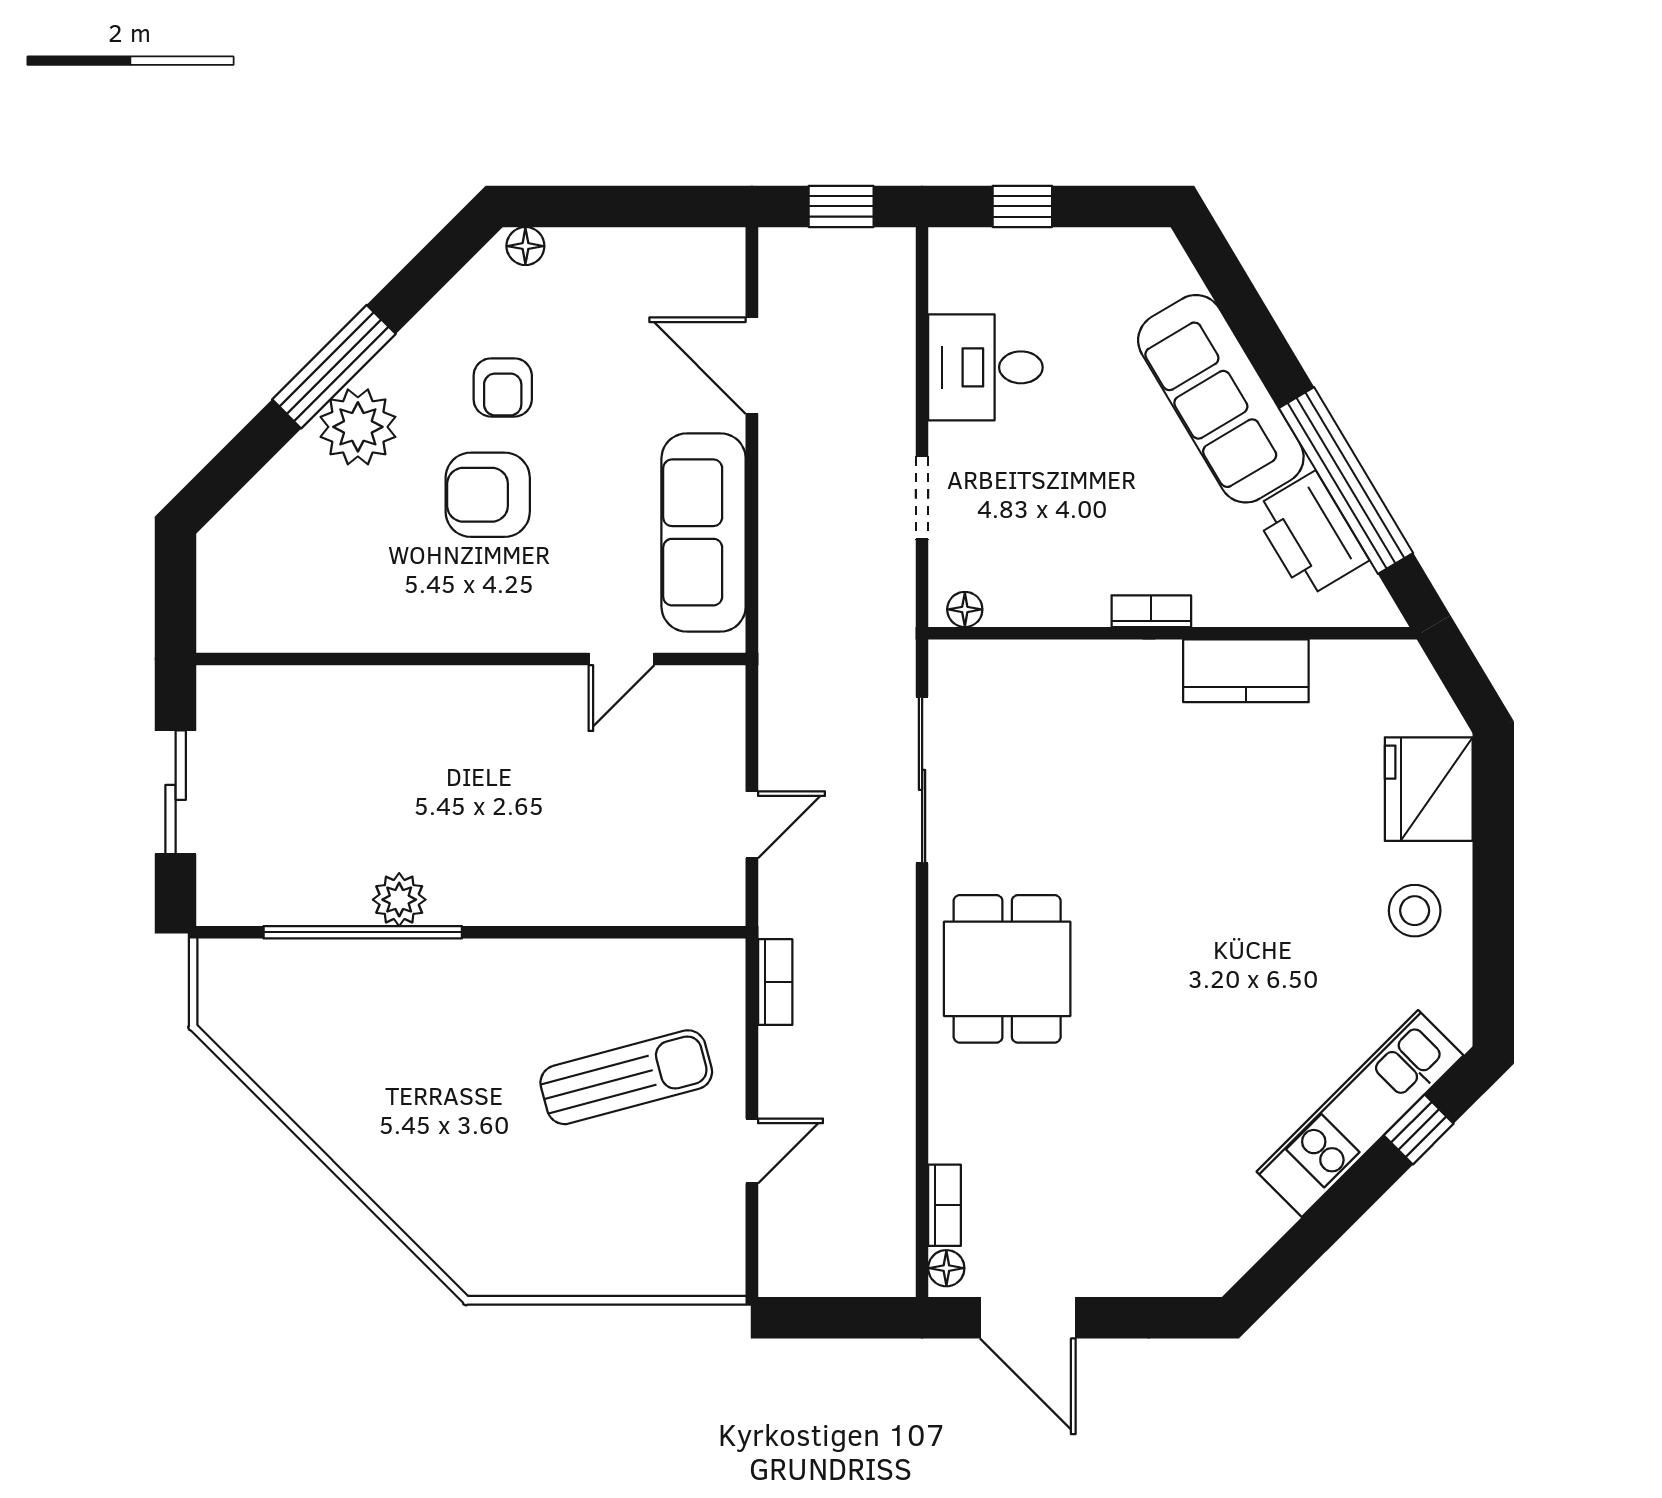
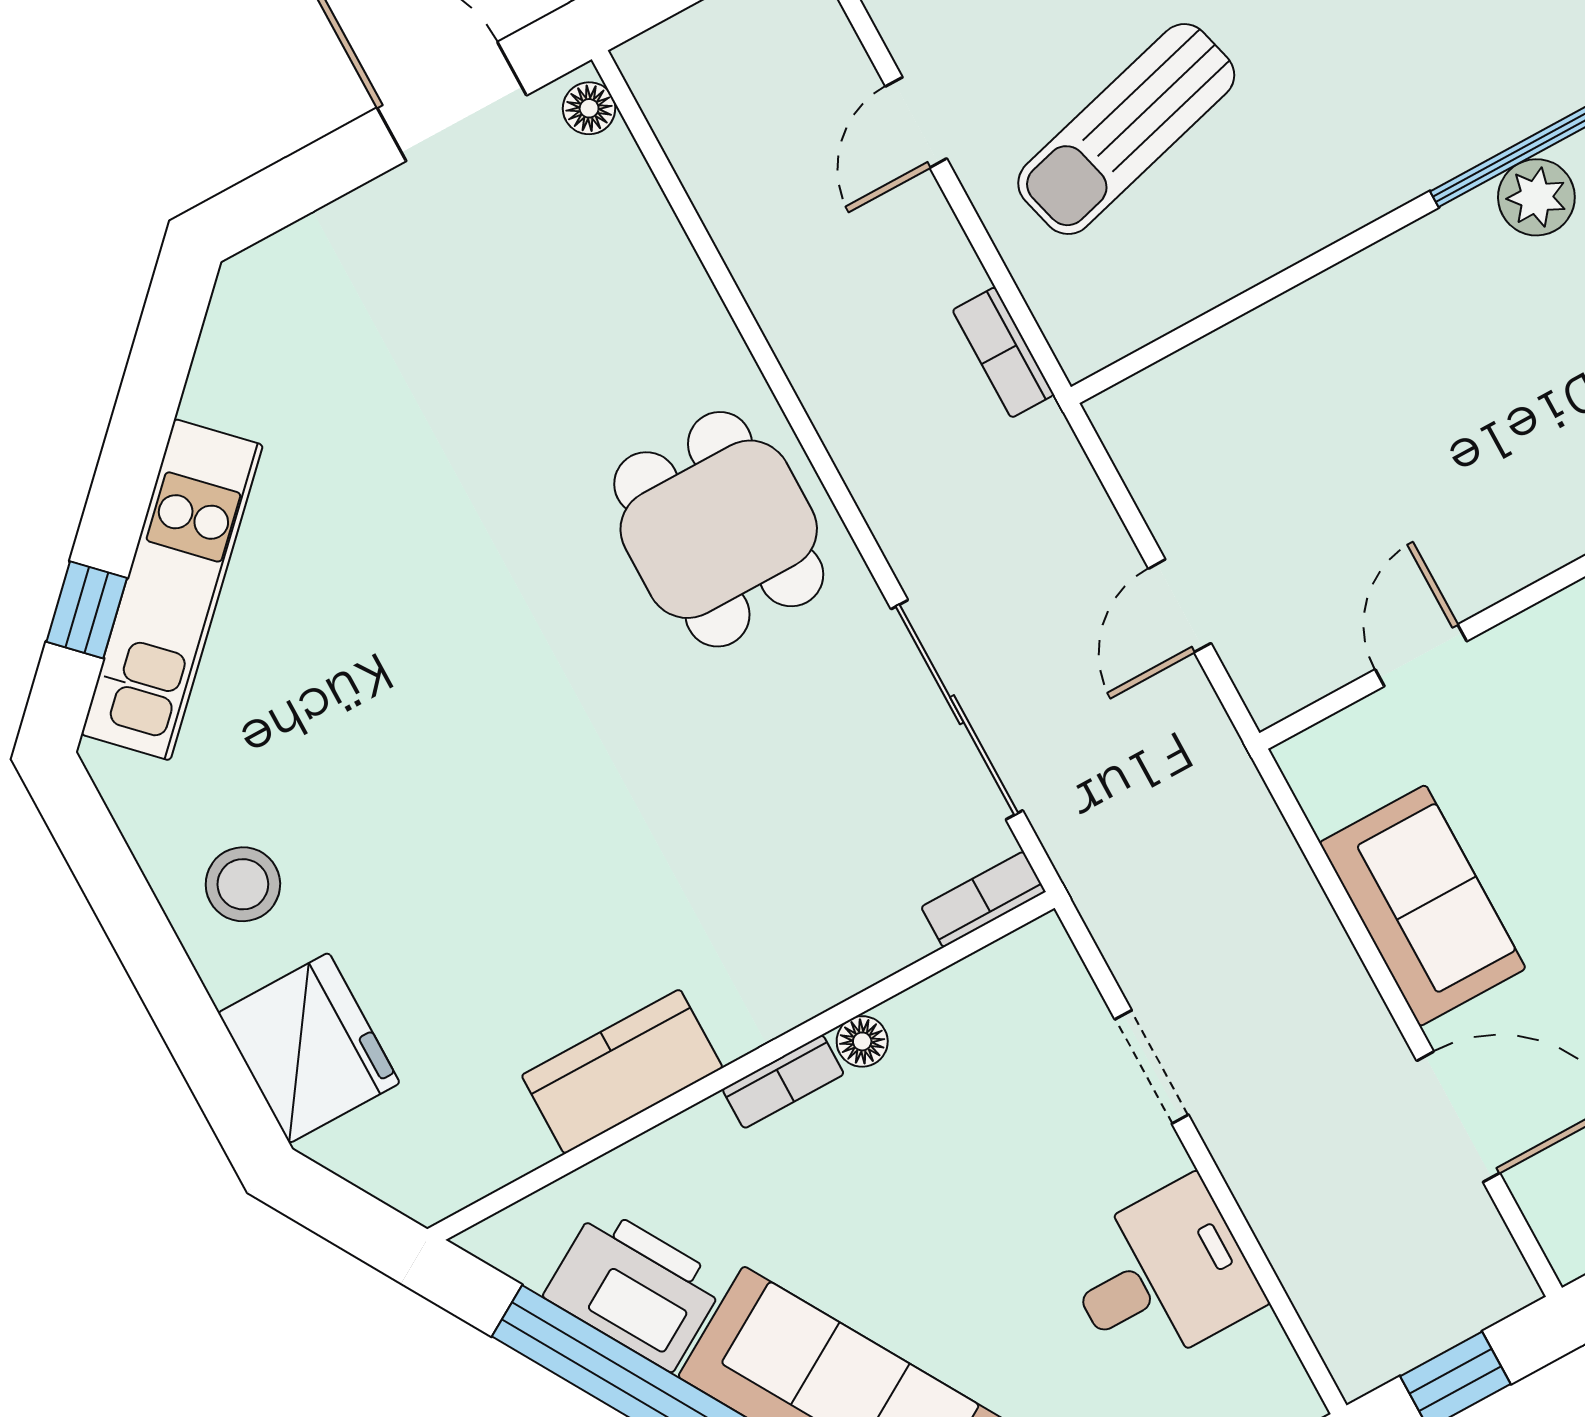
sofa: (704, 532) -> (1422, 906), width x0.73
floor lamp: (965, 609) -> (862, 1041), moved
door: (752, 825) -> (1180, 606), moved
bookcase: (944, 1205) -> (983, 899), moved, turned 90

